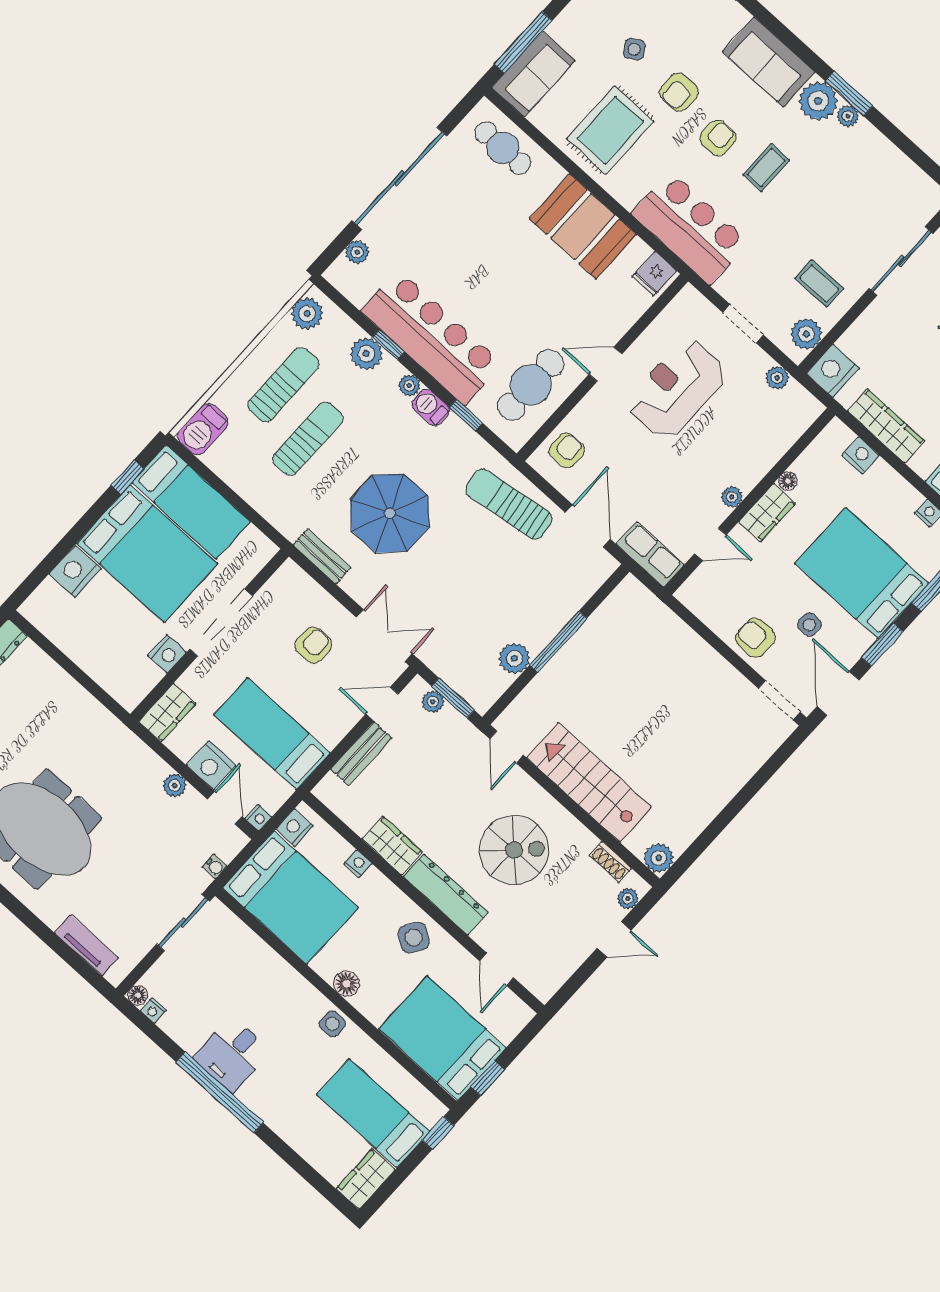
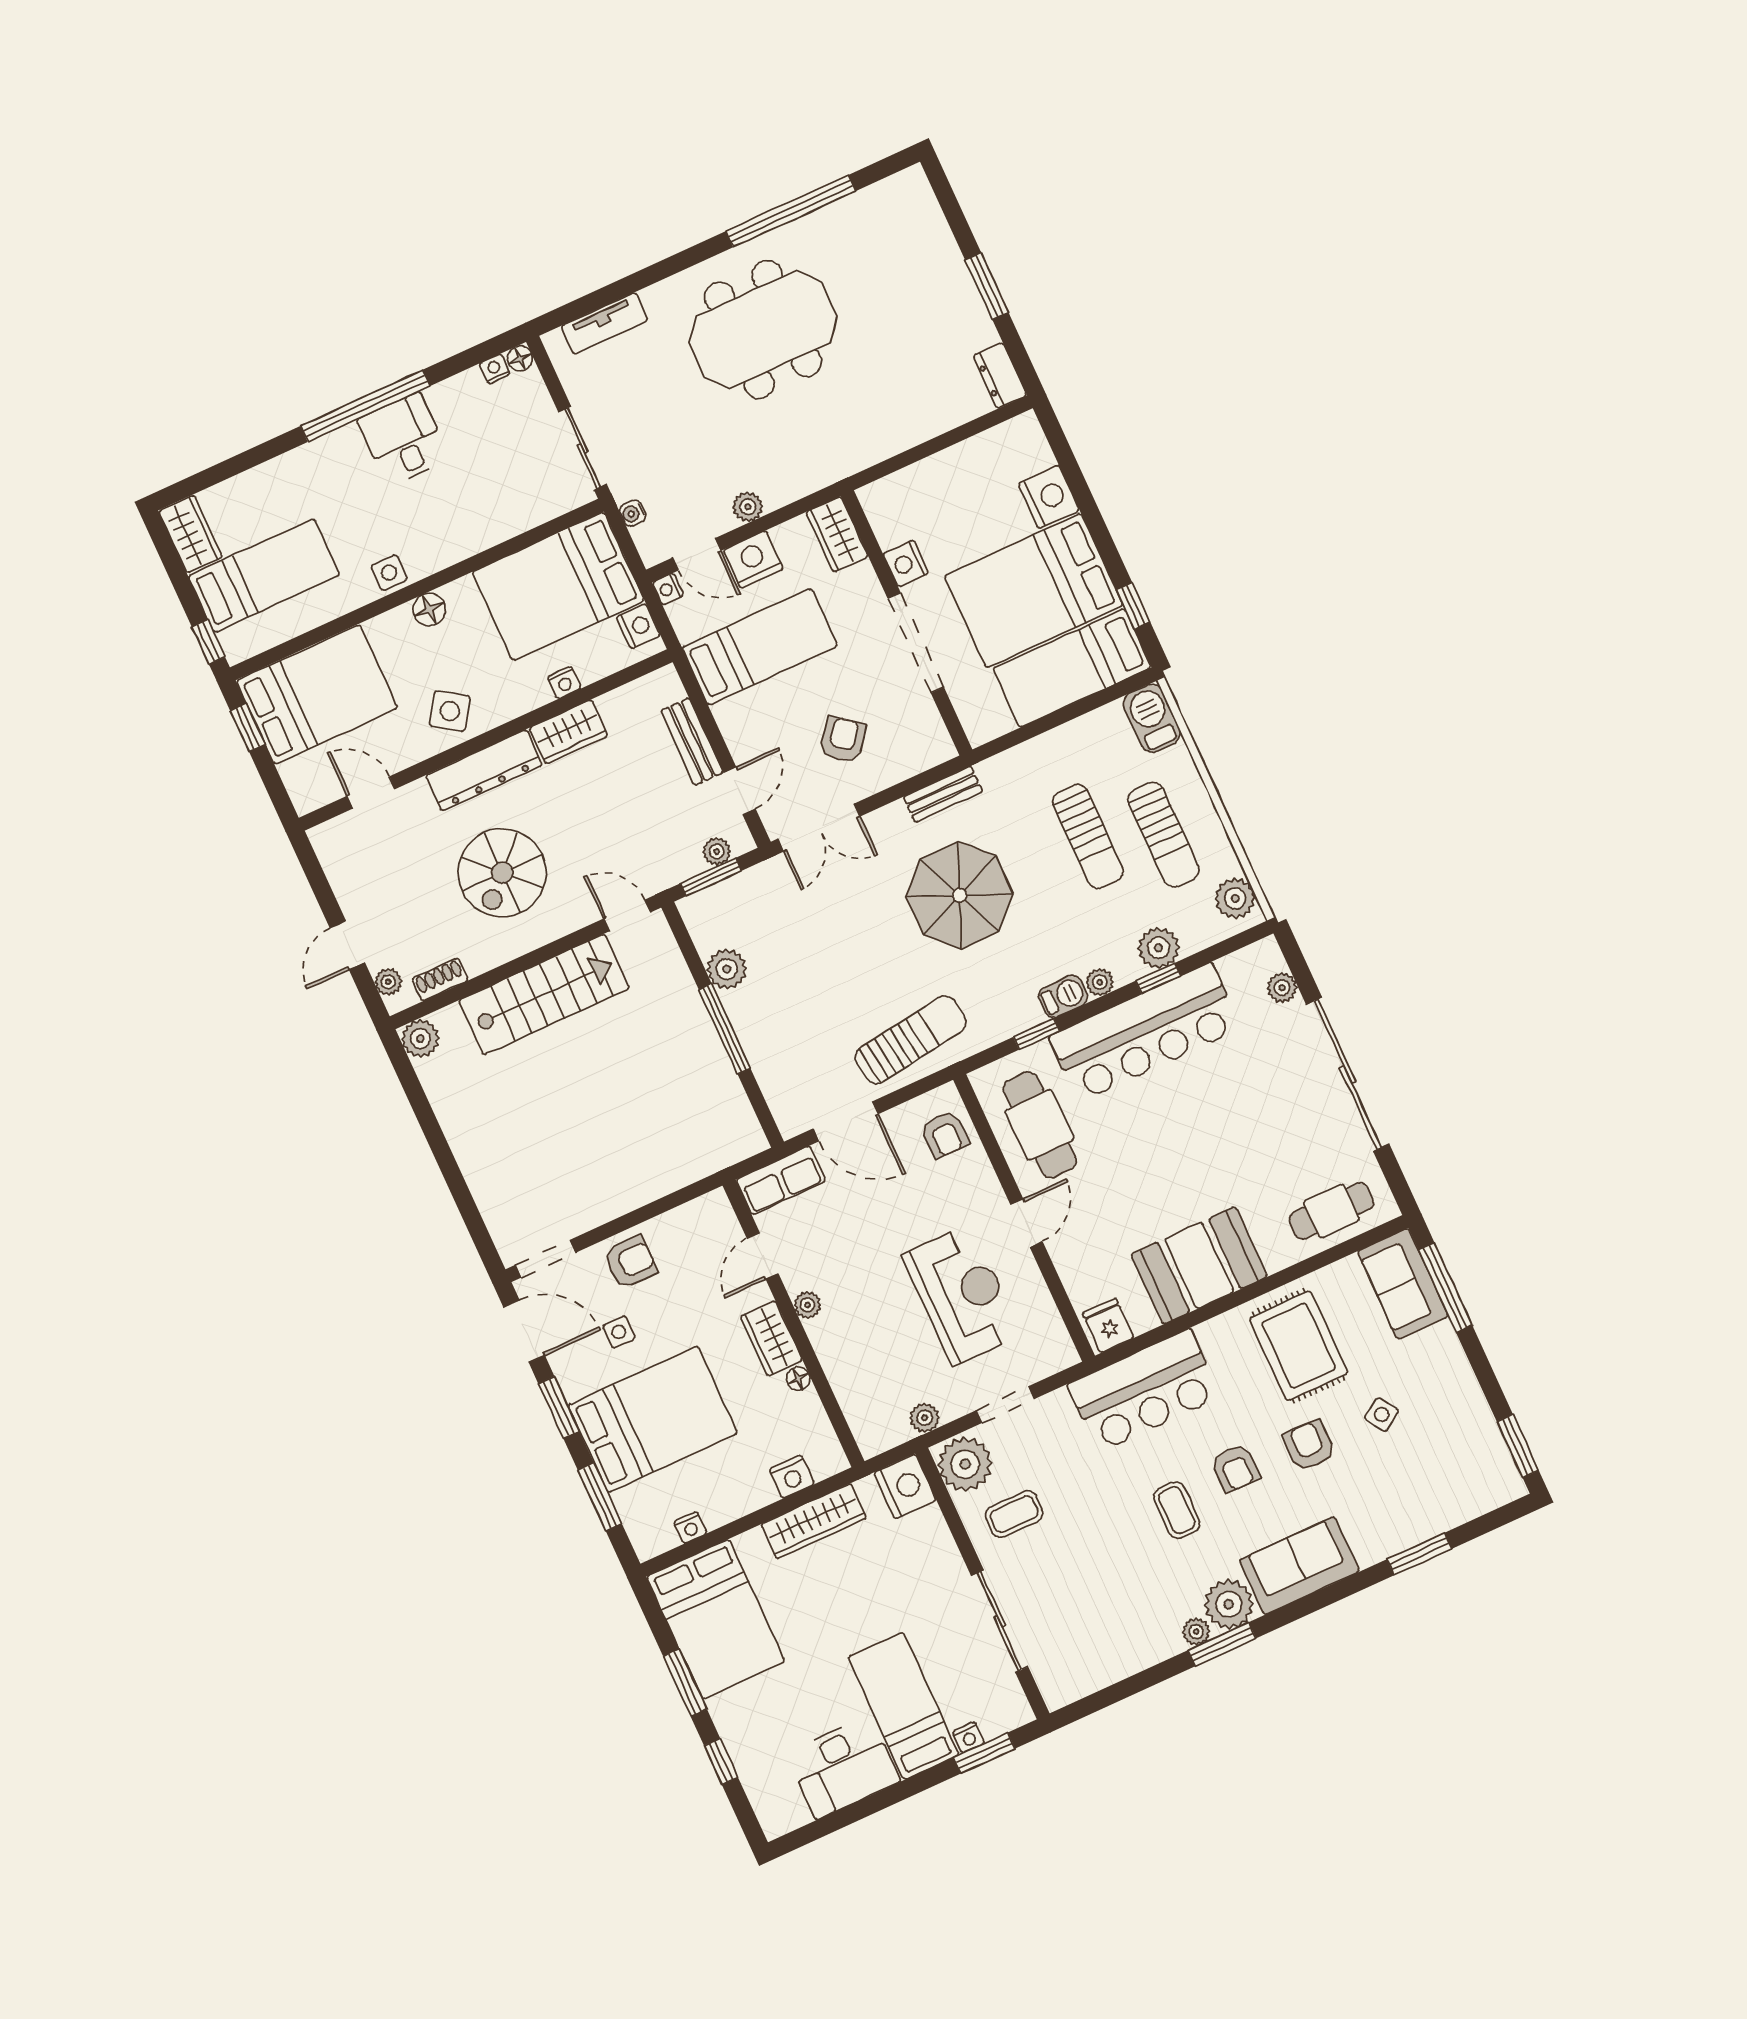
plant: (806, 334) -> (965, 1464), width x1.36, depth x1.36
armchair: (313, 645) -> (843, 739), turned -142

